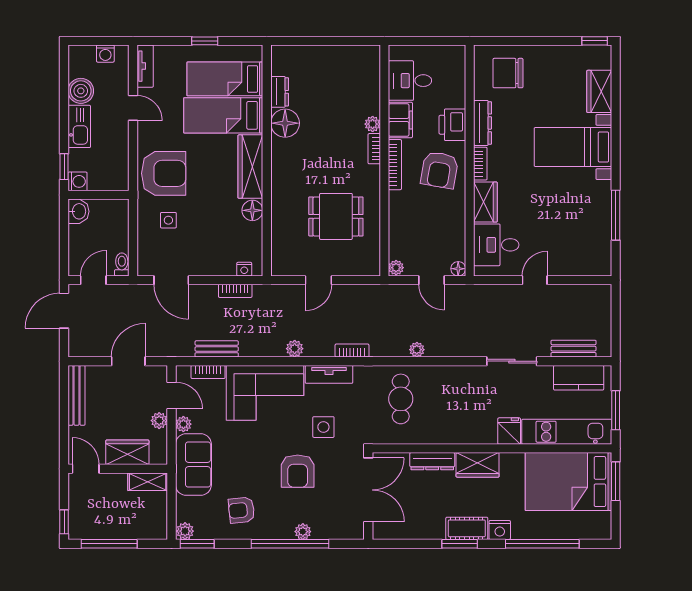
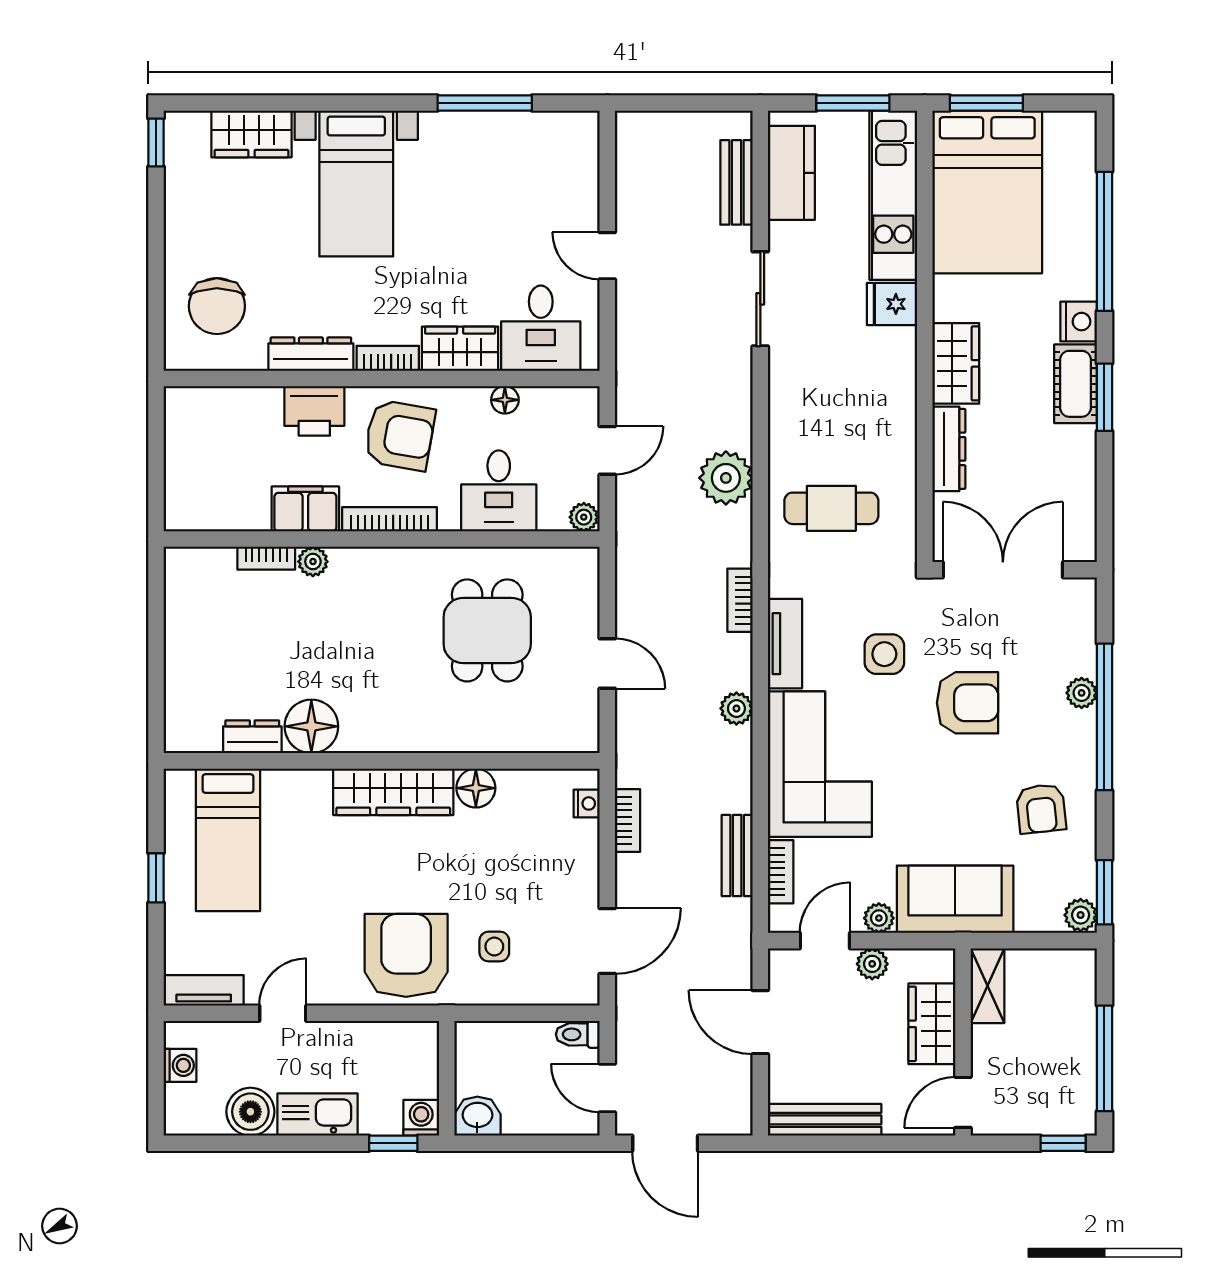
desk: (410, 81) -> (499, 491), moved
bed: (223, 115) -> (297, 843), removed
bookcase: (374, 149) -> (266, 558), moved
floor lamp: (458, 269) -> (505, 400), moved
plant: (417, 350) -> (726, 478), width x1.87, depth x1.87

